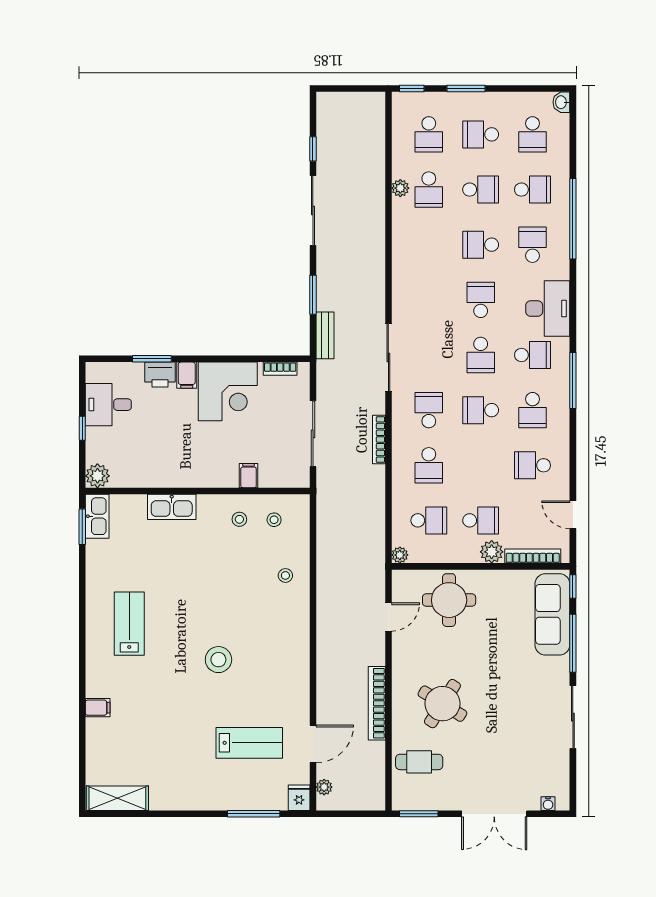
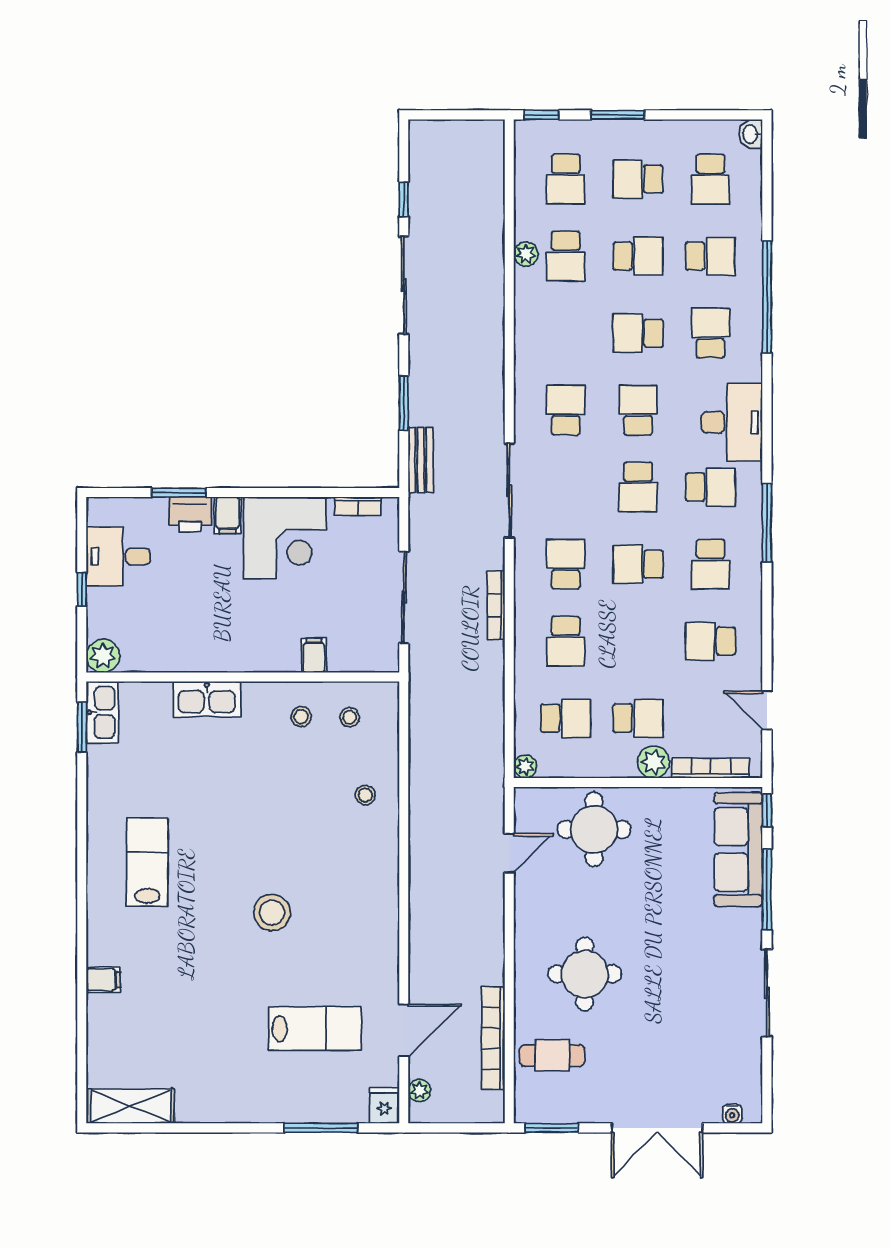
school desk: (429, 300) -> (566, 410), added
bookcase: (377, 703) -> (493, 1038), moved
round table: (442, 704) -> (585, 974), turned -32

